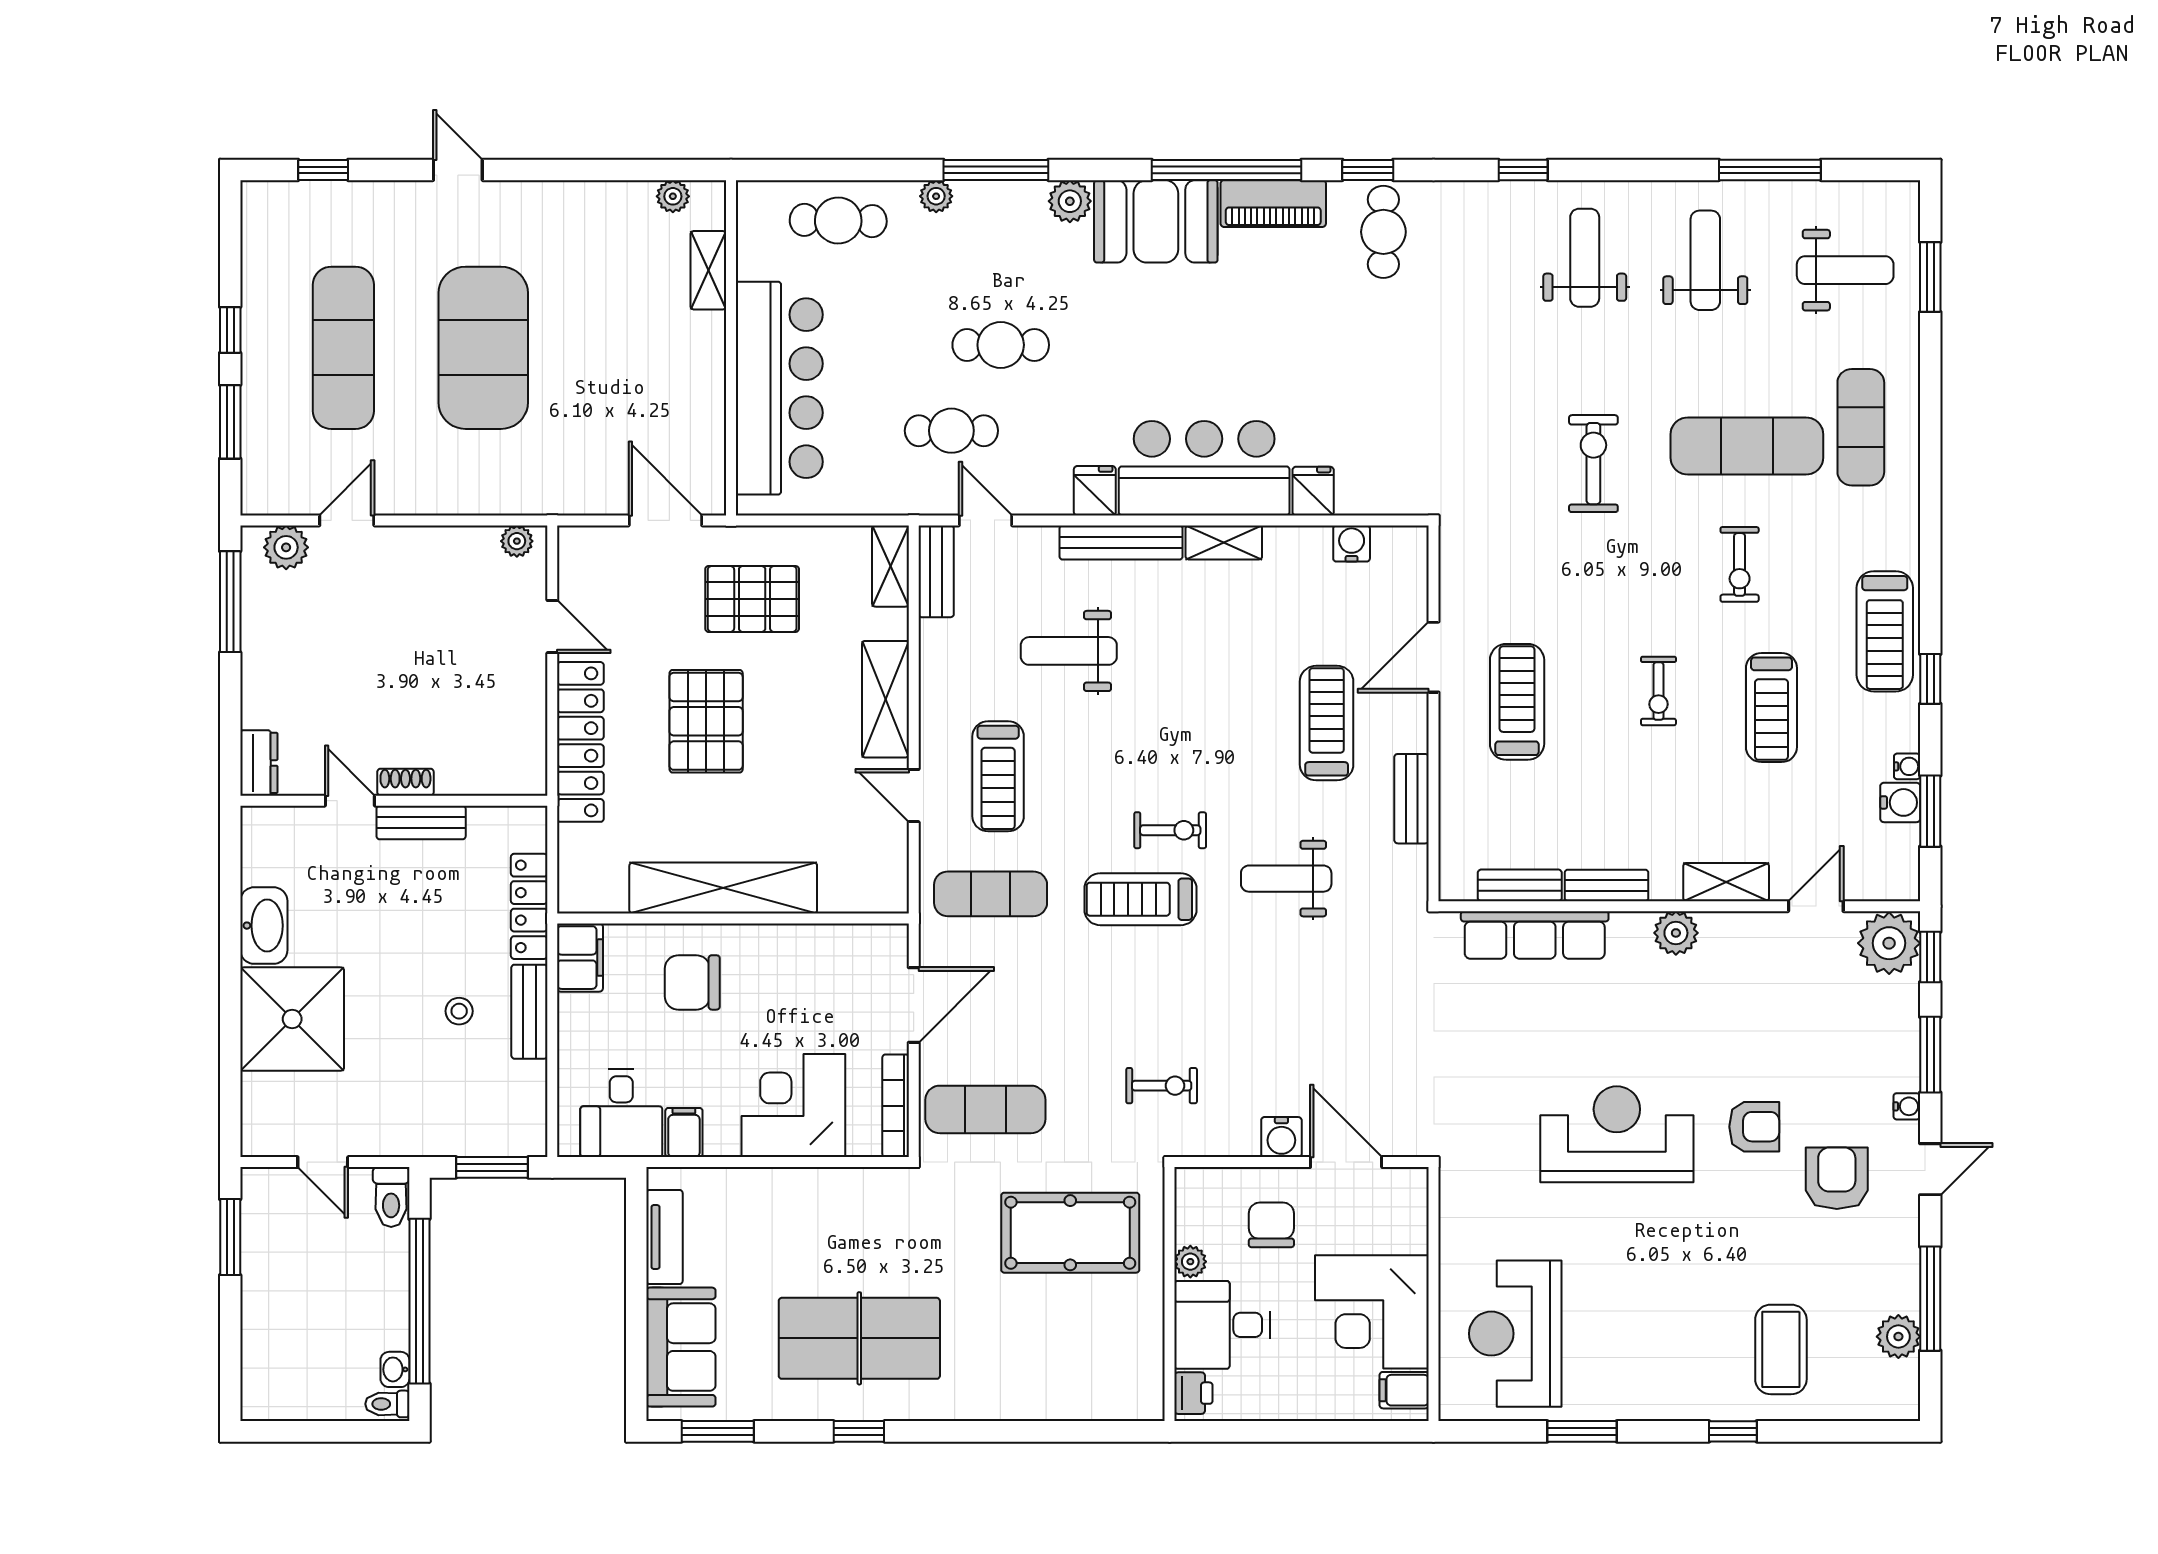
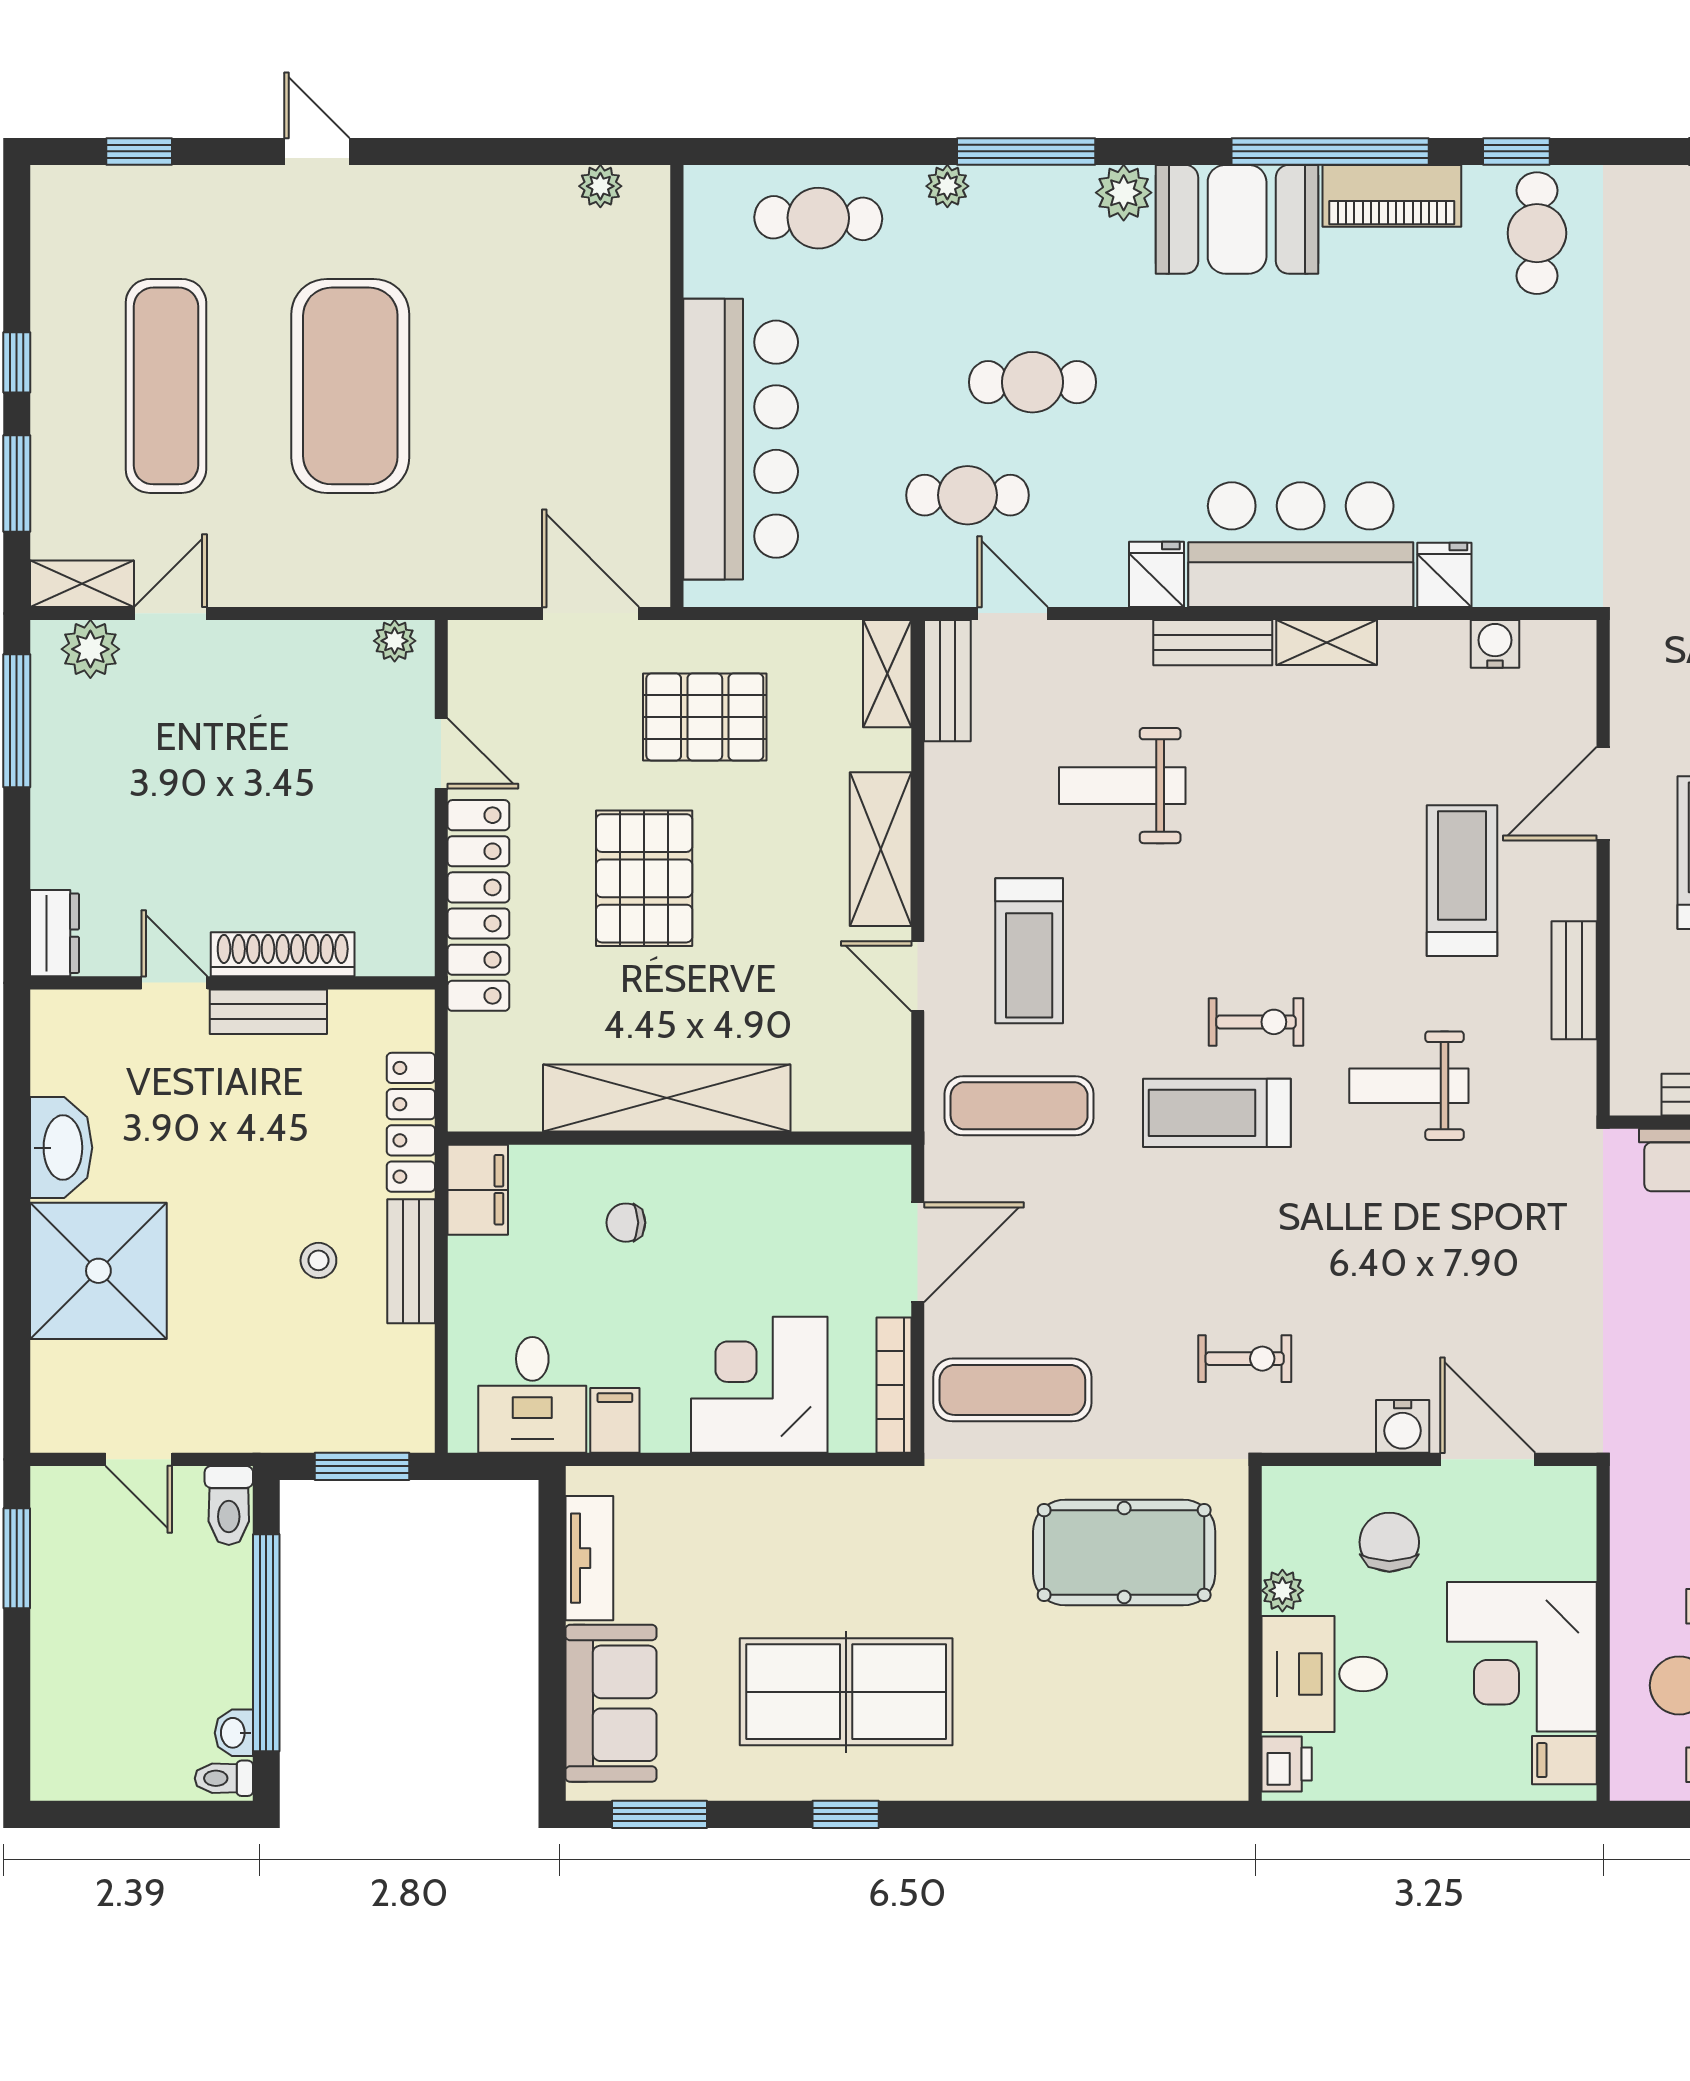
shelving: (708, 270) -> (82, 584), moved, turned 90
bench: (1121, 542) -> (1213, 643), width x0.73
shoe rack: (405, 782) -> (283, 954), width x1.94, depth x1.24
chair: (692, 982) -> (626, 1223), width x0.54, depth x0.54

